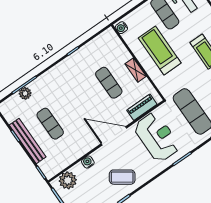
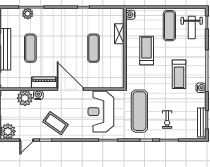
treadmill: (160, 50) -> (147, 51), width x0.73, depth x0.73
shelving: (136, 70) -> (119, 34), moved
piano: (142, 107) -> (44, 83), moved
reception desk: (157, 137) -> (101, 112), turned 180
plant: (68, 180) -> (25, 98), moved

